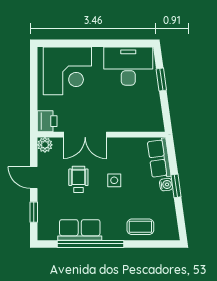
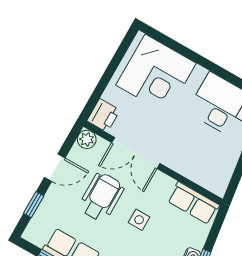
row of seats: (159, 158) -> (193, 203), moved, turned -82
door: (34, 177) -> (55, 168), swing flipped
wheelchair: (78, 179) -> (101, 197), width x1.36, depth x1.37

